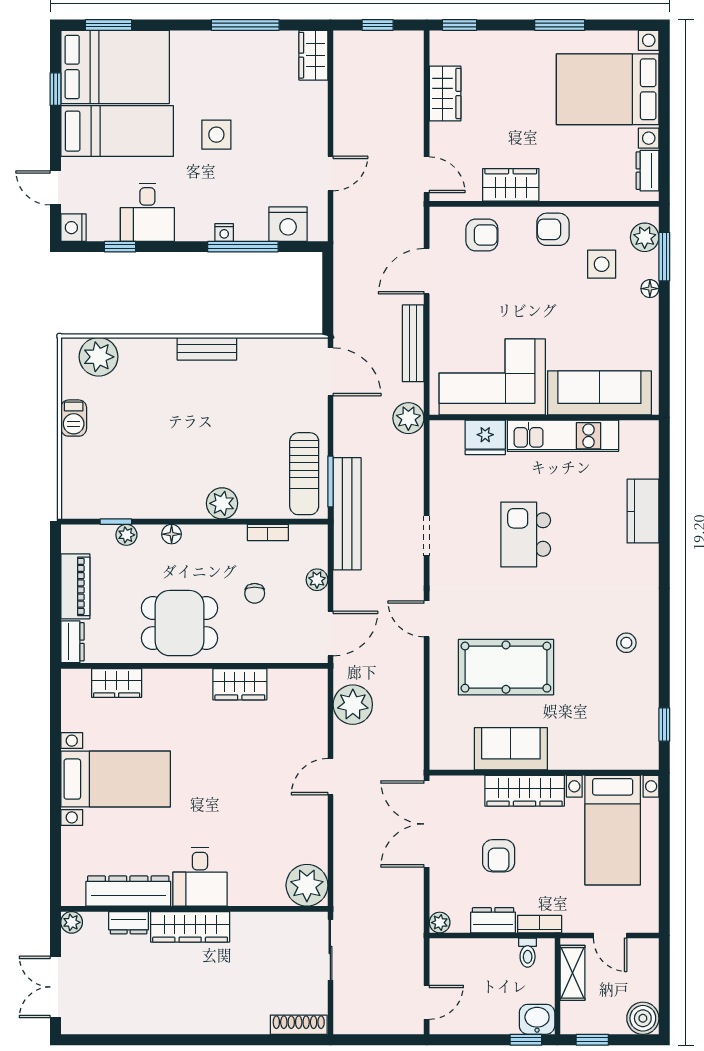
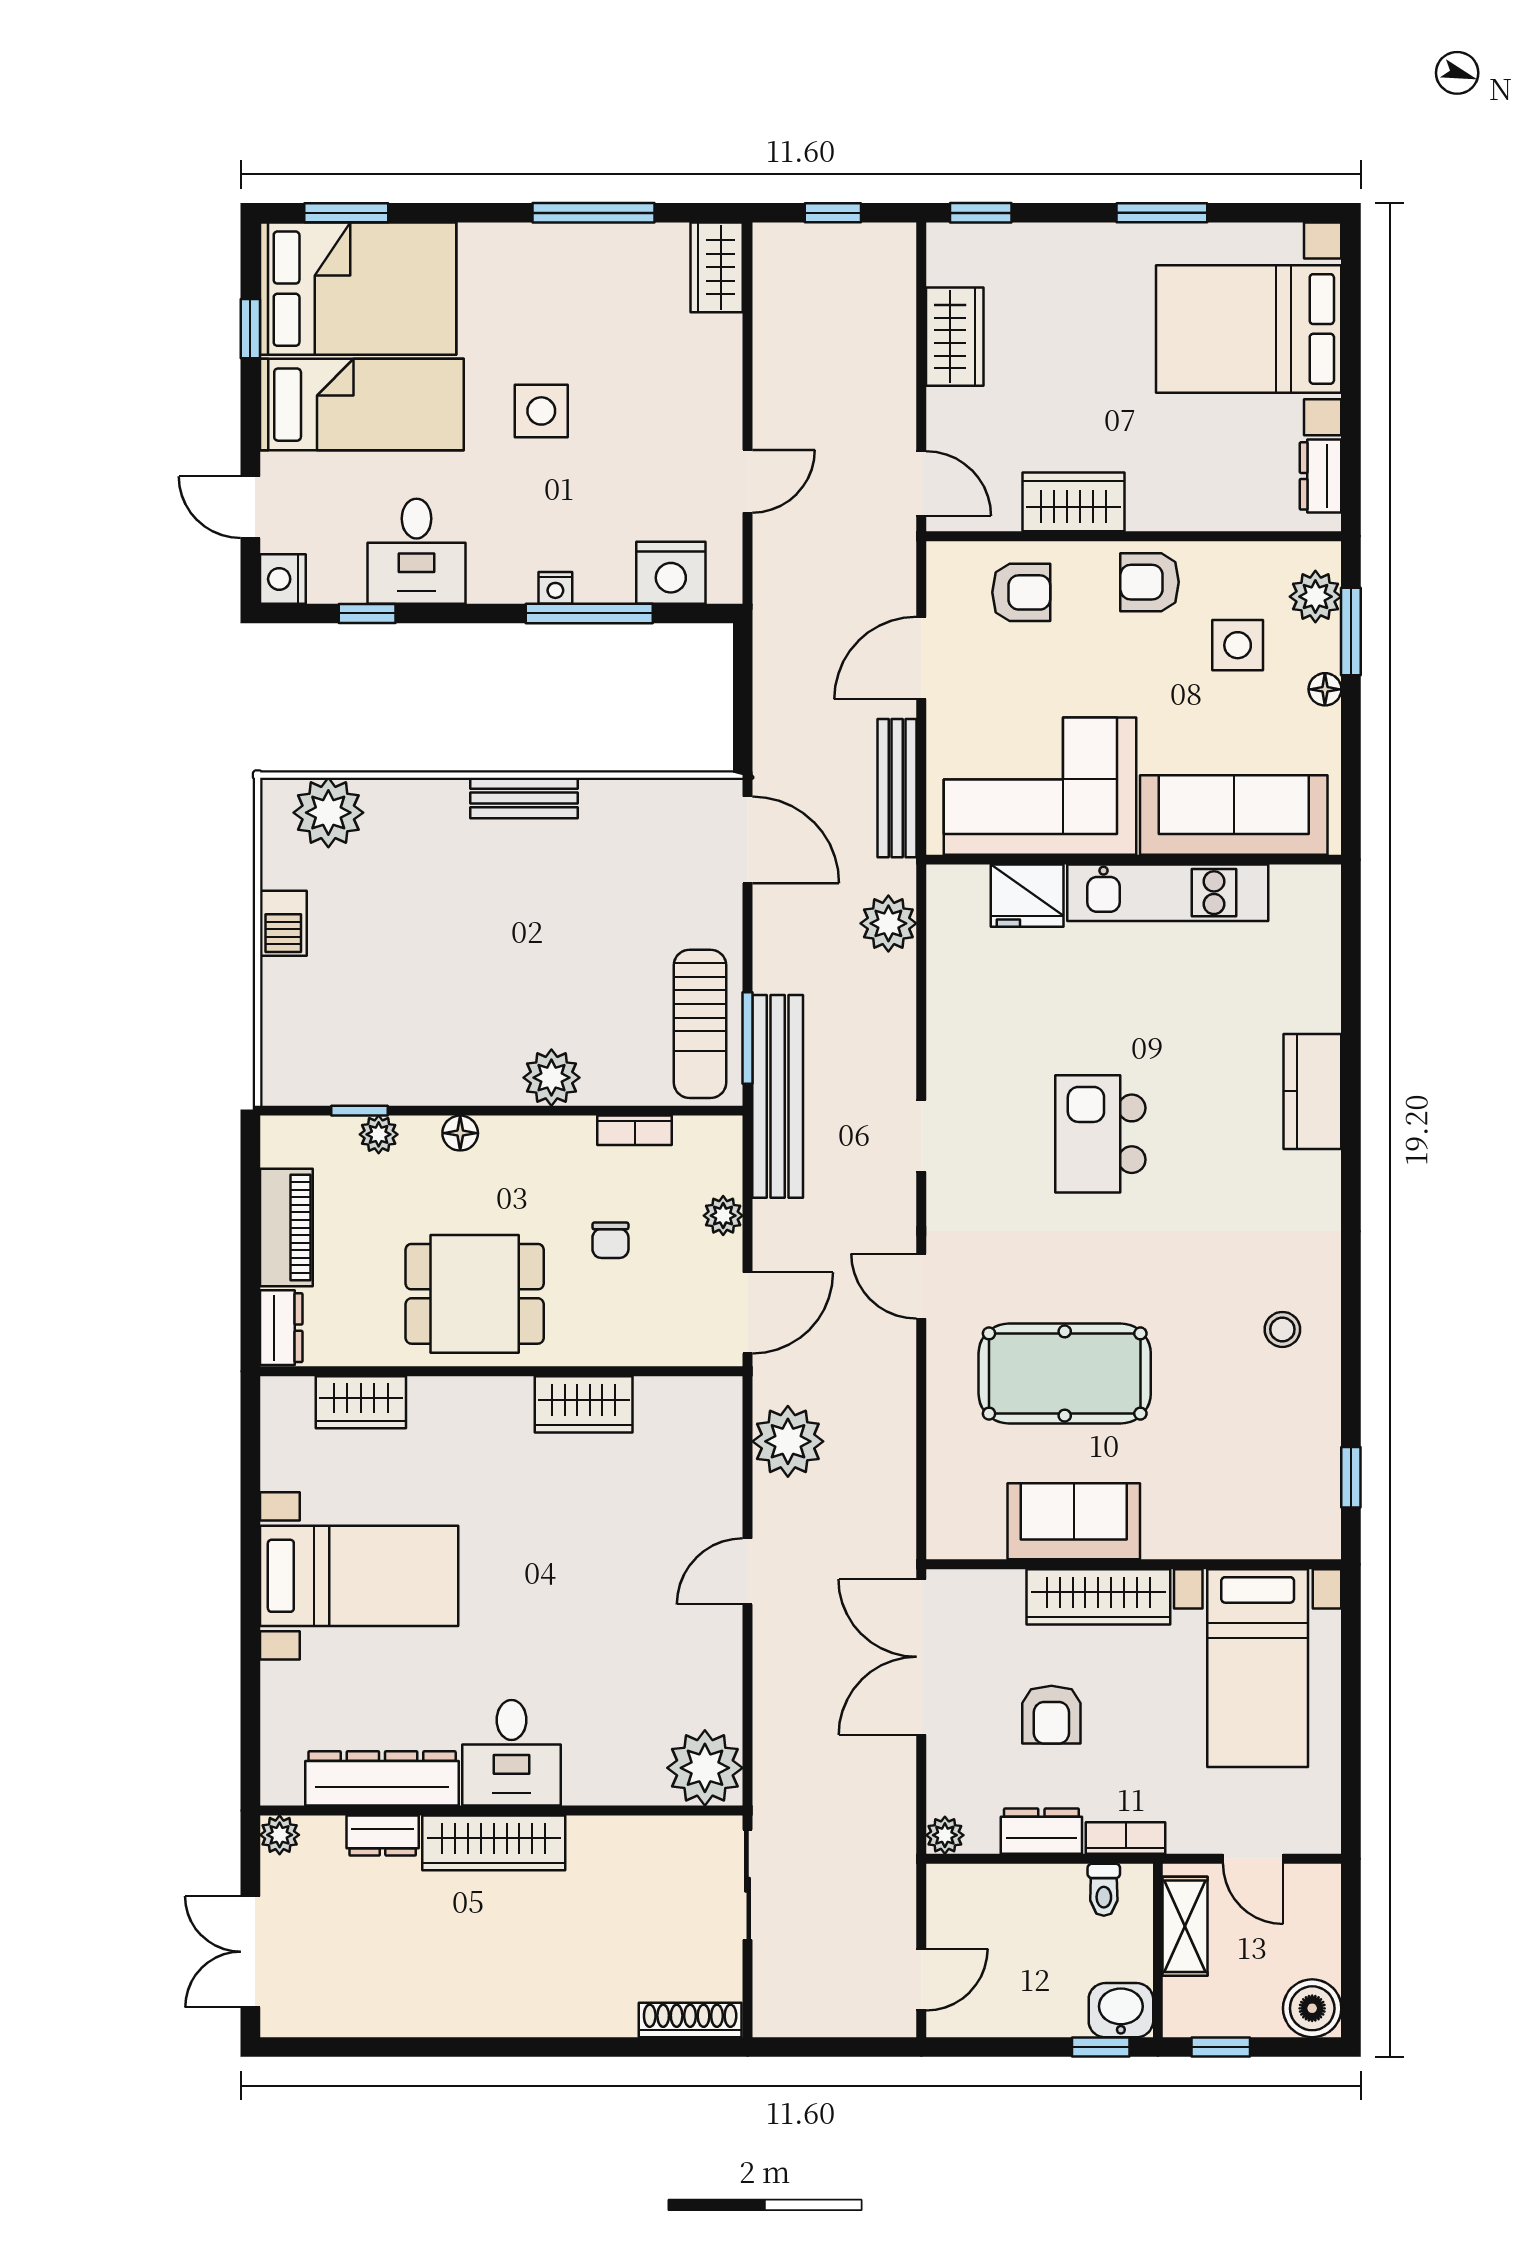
corner sofa: (492, 377) -> (1040, 786), moved
sofa: (599, 393) -> (1234, 815), moved
wall: (544, 418) -> (1134, 860), moved
kitchen unit: (563, 436) -> (1168, 893), moved
fridge: (485, 437) -> (1027, 896), moved

